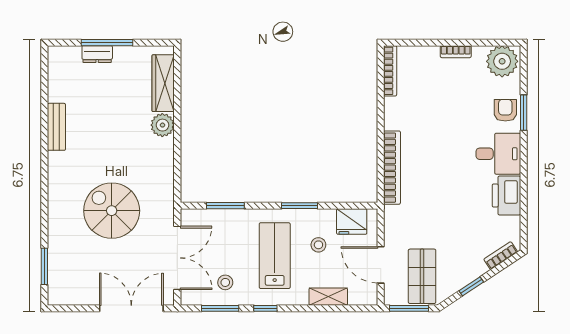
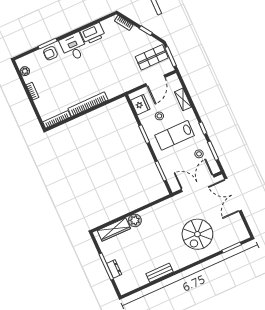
plant: (502, 61) -> (25, 71), width x0.53, depth x0.53
bookcase: (392, 168) -> (88, 104), moved
spiral stairs: (112, 211) -> (197, 234), moved

